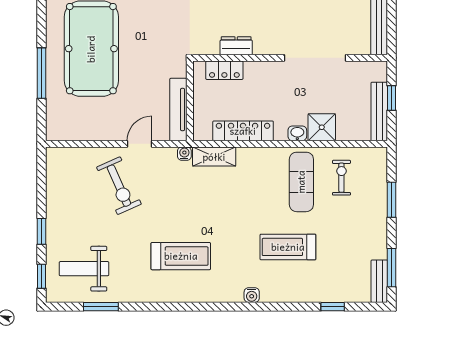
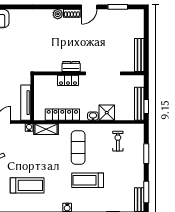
dresser: (236, 46) -> (71, 67), moved
locker: (224, 70) -> (68, 80), moved
window: (392, 98) -> (146, 106), moved
exercise mat: (301, 182) -> (78, 148), moved

